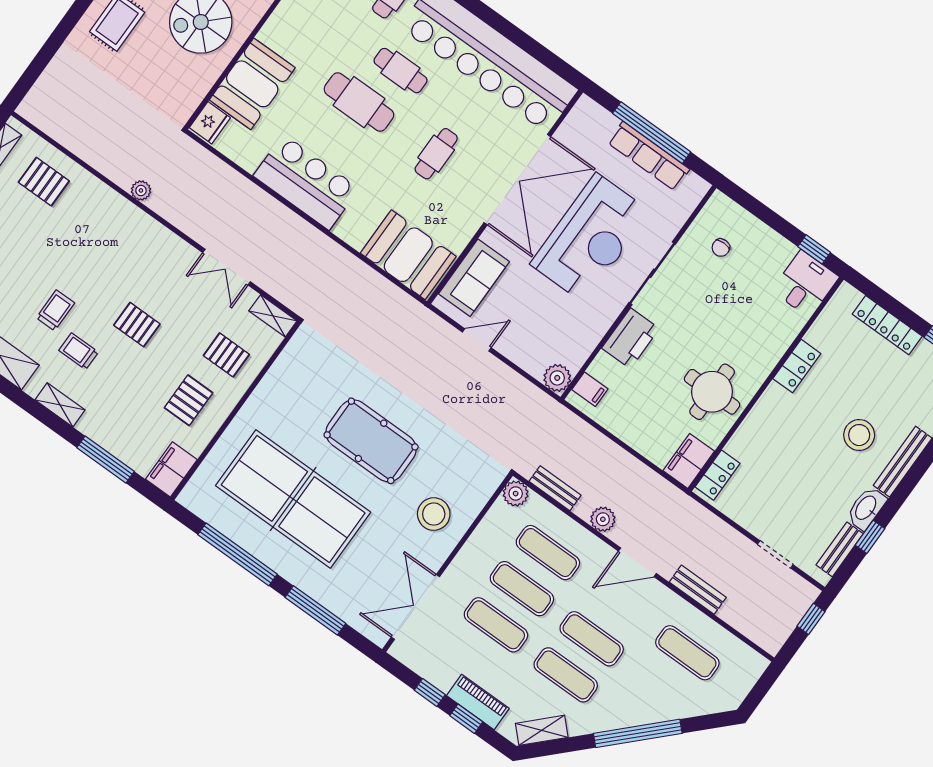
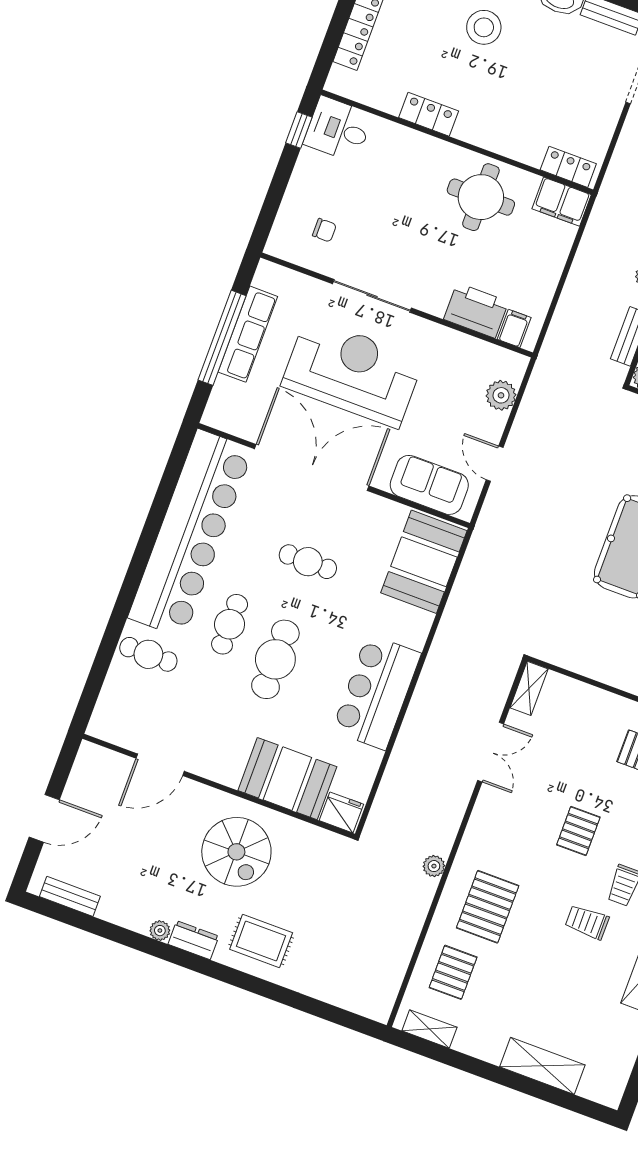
printer: (631, 338) -> (476, 310), moved
pallet: (226, 355) -> (488, 907), moved, width x1.50, depth x1.42
plant: (557, 378) -> (501, 395), moved

